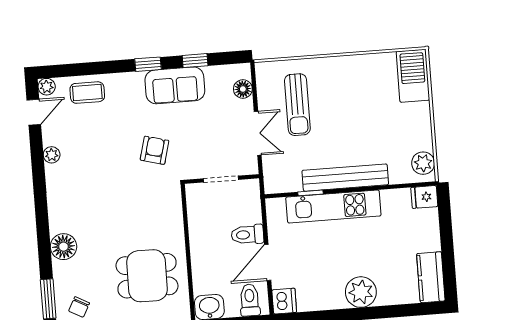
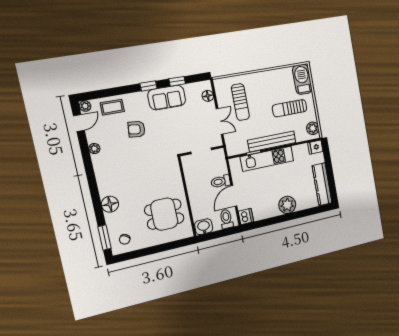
sun lounger: (384, 124) -> (290, 108), added
armchair: (155, 150) -> (136, 129), moved, turned -98
kitchen counter: (431, 277) -> (322, 184), width x1.50

